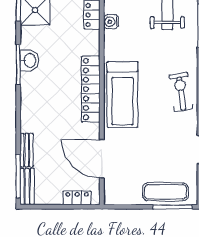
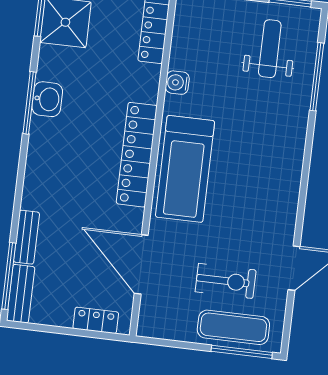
water cooler: (111, 22) -> (177, 83), moved
exercise bike: (181, 92) -> (226, 281), moved, turned 98

